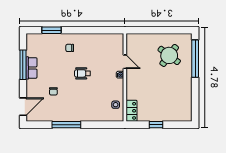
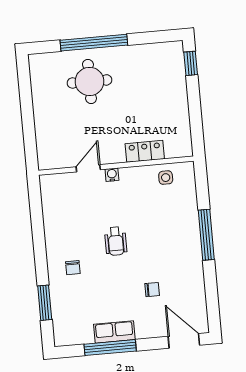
round table: (169, 55) -> (89, 81), moved, turned -37
window: (195, 59) -> (94, 43), moved
locker: (131, 111) -> (145, 151), moved
window: (66, 125) -> (206, 235), moved
window: (156, 125) -> (191, 63), moved

